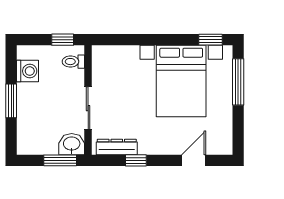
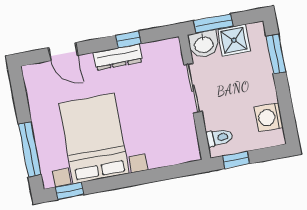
window: (11, 101) -> (276, 54), moved
shower: (45, 143) -> (234, 40), added
dresser: (117, 147) -> (118, 57), moved
door: (194, 160) -> (63, 52), hinge flipped

